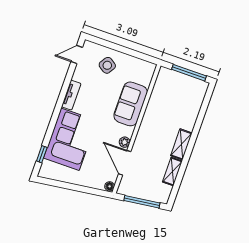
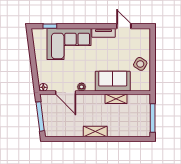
door: (77, 54) -> (124, 26), moved
side table: (107, 65) -> (140, 64), moved
door: (125, 163) -> (66, 93), swing flipped
shelving: (172, 172) -> (116, 99), moved

